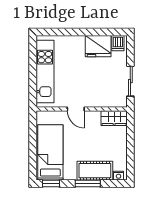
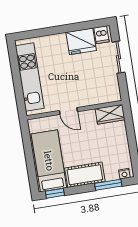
sliding door: (130, 81) -> (118, 57), moved
cot: (95, 171) -> (85, 175), moved
window: (88, 183) -> (108, 185), moved

